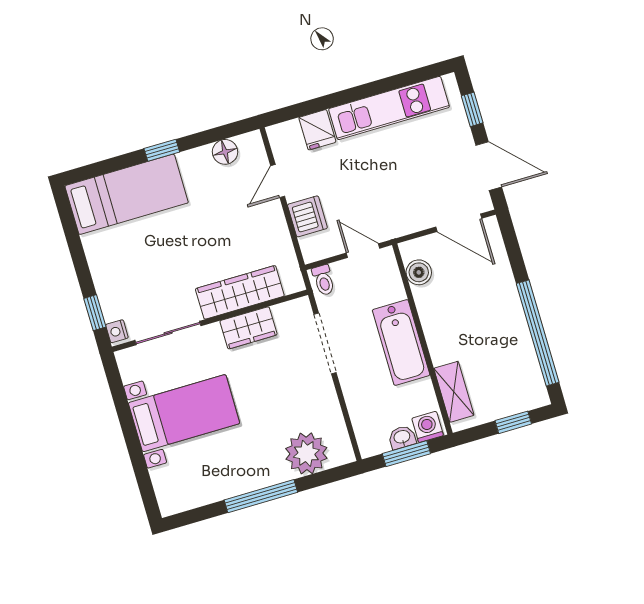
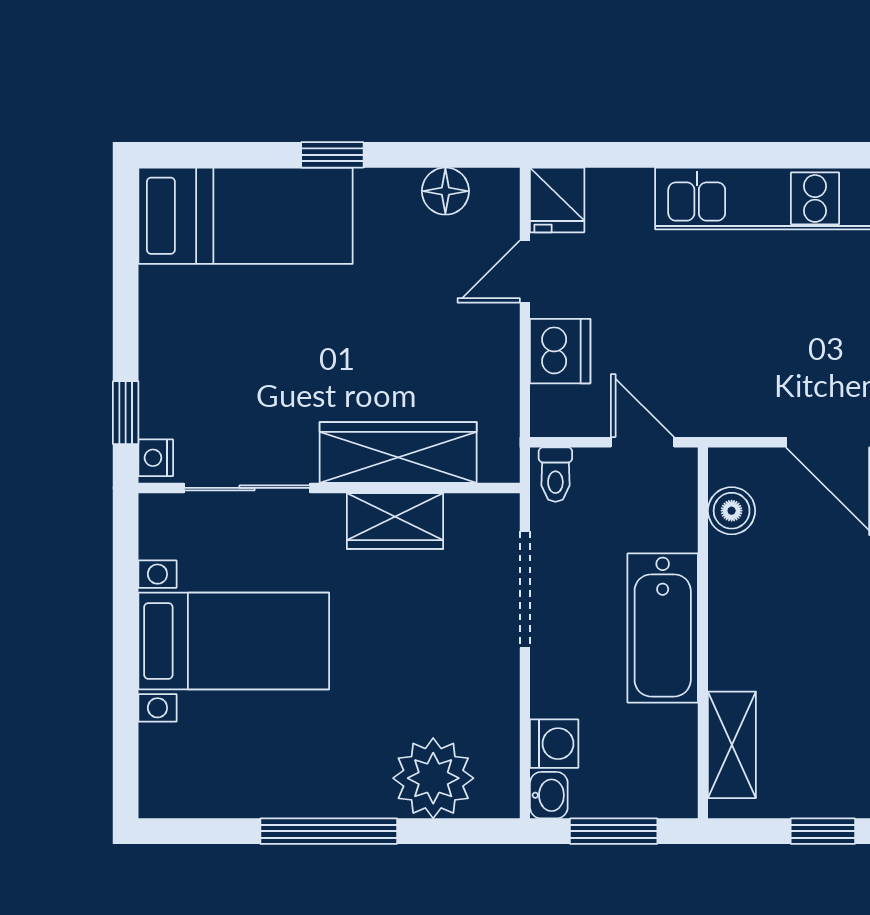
fridge: (317, 130) -> (557, 200), moved
washing machine: (428, 427) -> (554, 744), moved, turned 90
washbasin: (402, 437) -> (549, 795), moved, turned 90

